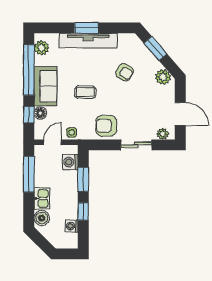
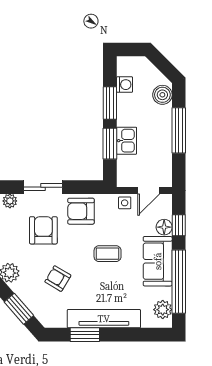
window: (86, 28) -> (85, 335), moved
armchair: (136, 111) -> (43, 230), added
armchair: (106, 126) -> (81, 211), turned 180
washing machine: (70, 162) -> (126, 165), removed
window: (29, 174) -> (179, 130), moved
kitchen sink: (42, 198) -> (127, 141), moved, turned 180
window: (83, 211) -> (110, 103), width x1.50

